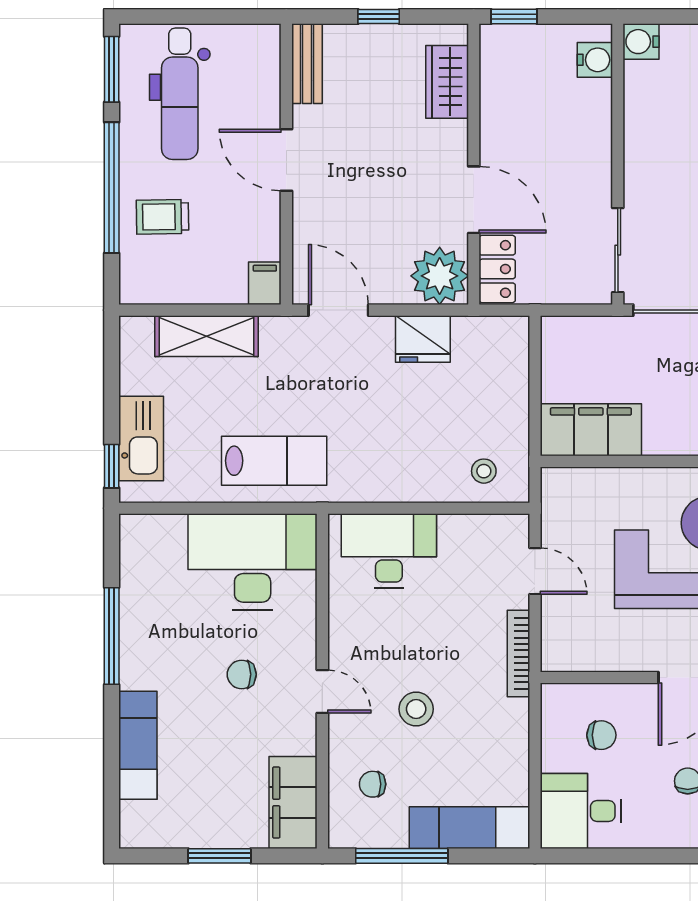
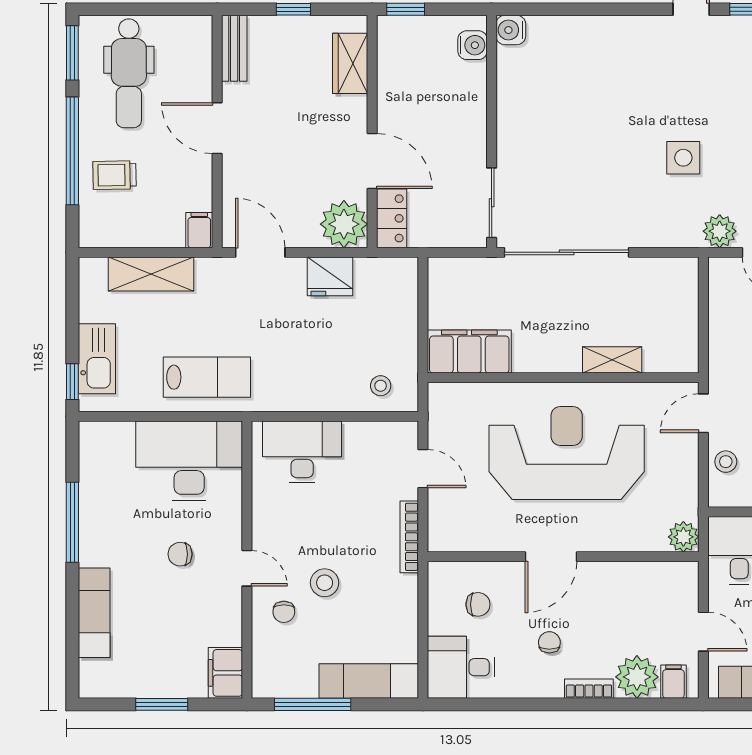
chair: (373, 784) -> (284, 612), moved, turned -90
filing cabinet: (293, 802) -> (225, 673), width x0.67, depth x0.86

